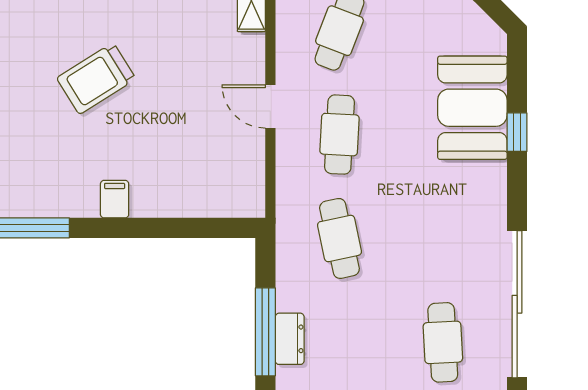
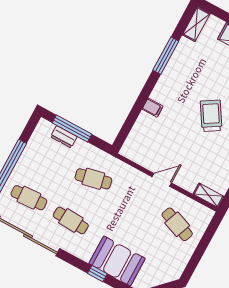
cafe table: (339, 135) -> (71, 220), moved
filing cabinet: (115, 199) -> (153, 108), moved

